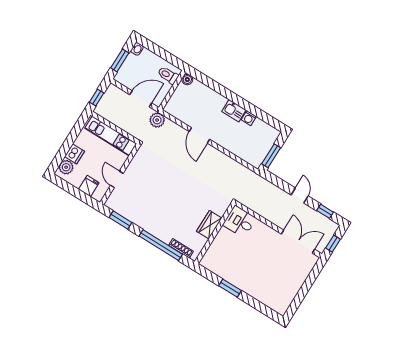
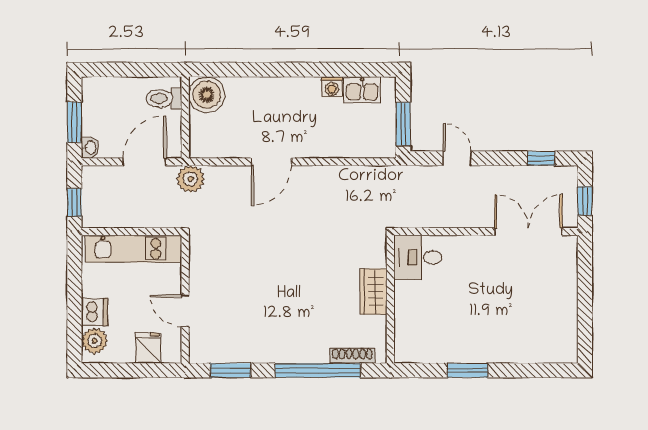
washbasin: (137, 49) -> (90, 148), moved
boiler: (187, 80) -> (207, 95), width x1.86, depth x1.86
kitchen sink: (234, 111) -> (362, 90), moved
door: (199, 135) -> (272, 162), hinge flipped
door: (300, 196) -> (457, 158), moved

